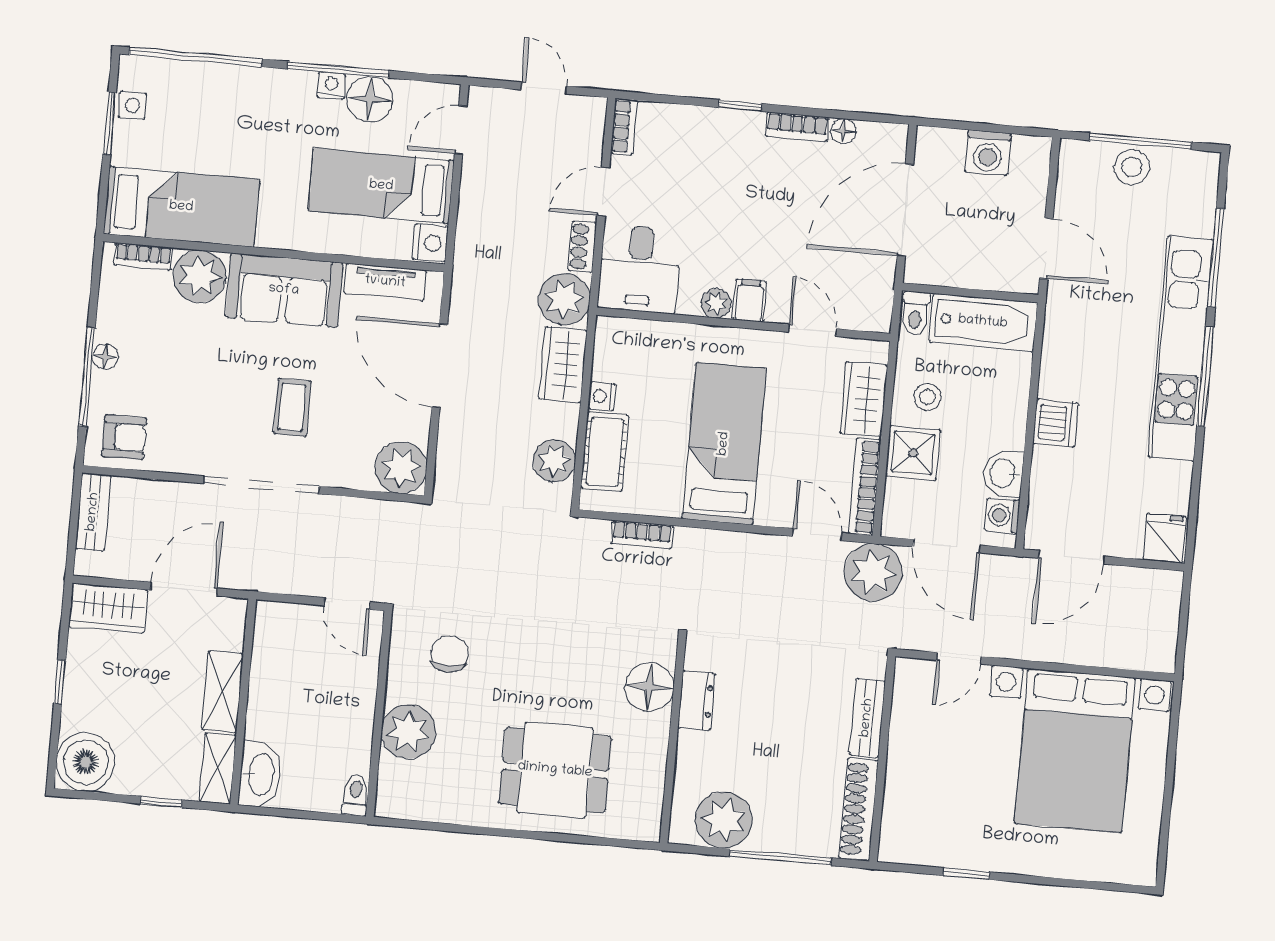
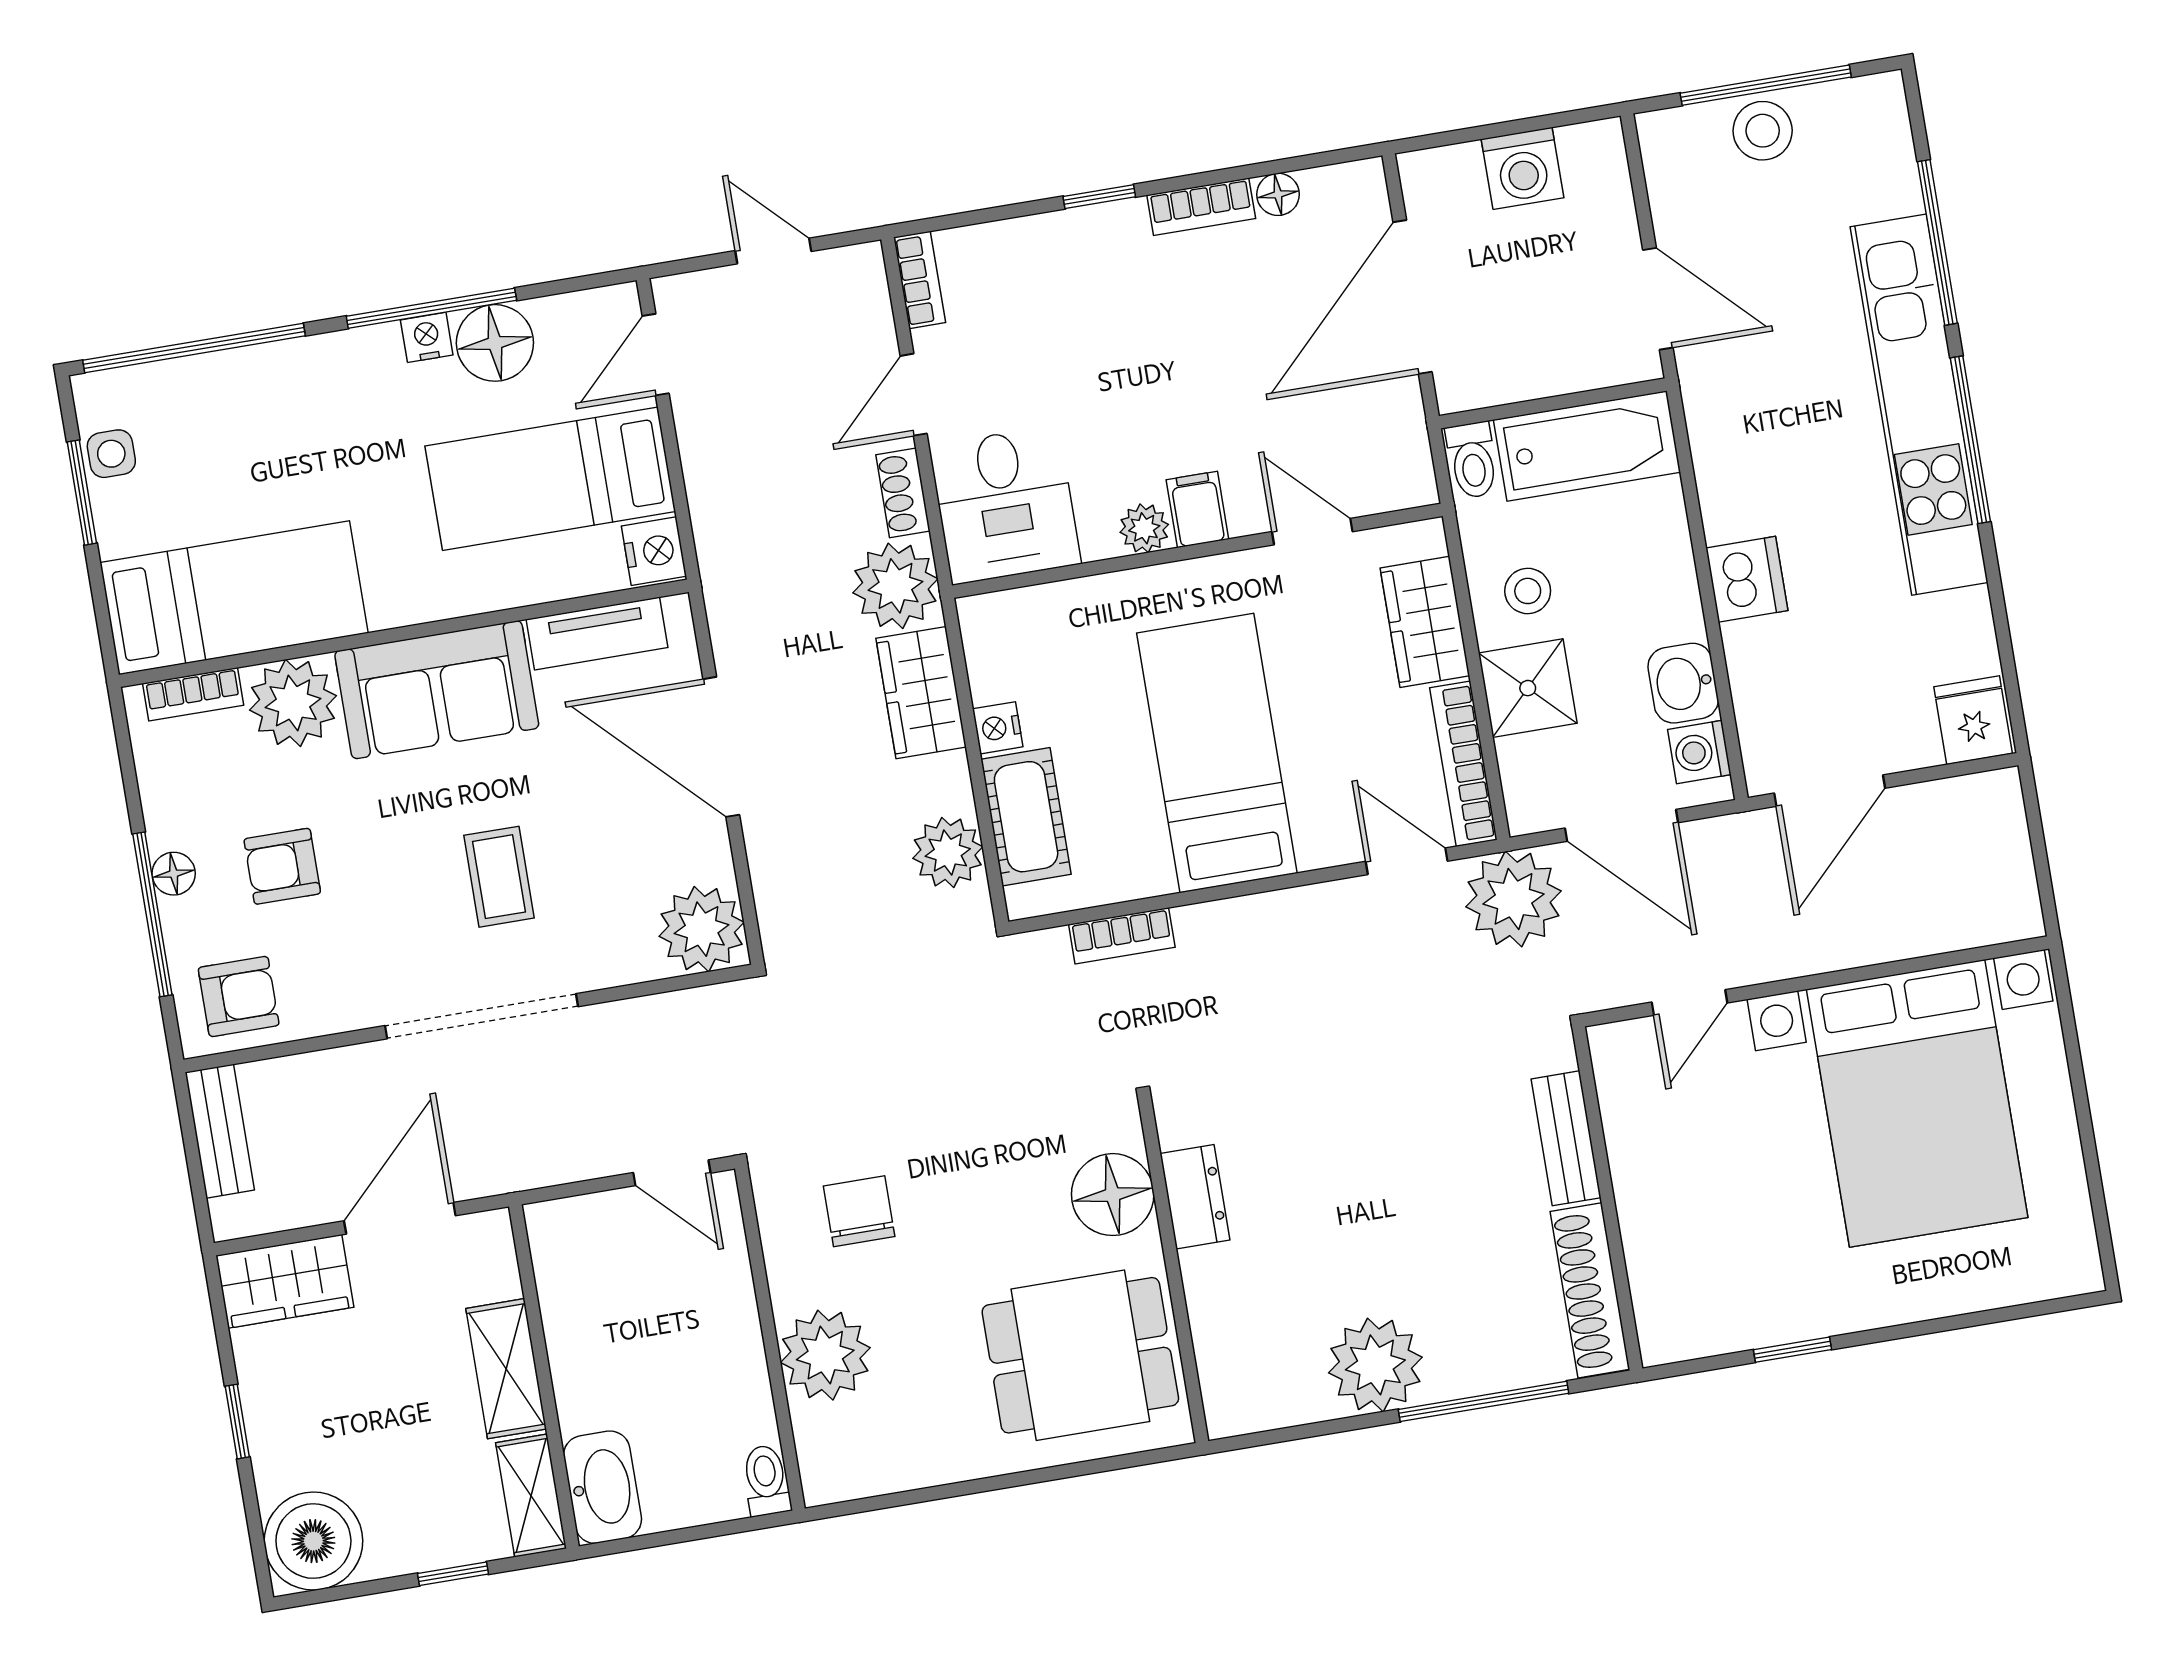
armchair: (169, 369) -> (282, 866), added
floor lamp: (649, 687) -> (1113, 1195), moved
dresser: (696, 701) -> (1195, 1197), moved
wall: (673, 740) -> (1173, 1271), moved

